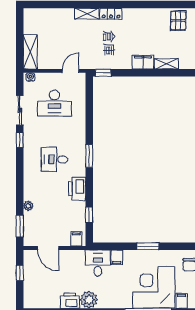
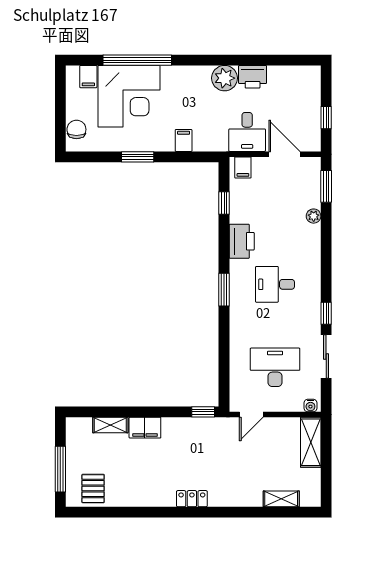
shelving: (87, 14) -> (281, 499), moved
desk: (54, 159) -> (275, 284), turned 180
desk: (98, 263) -> (247, 132), moved

